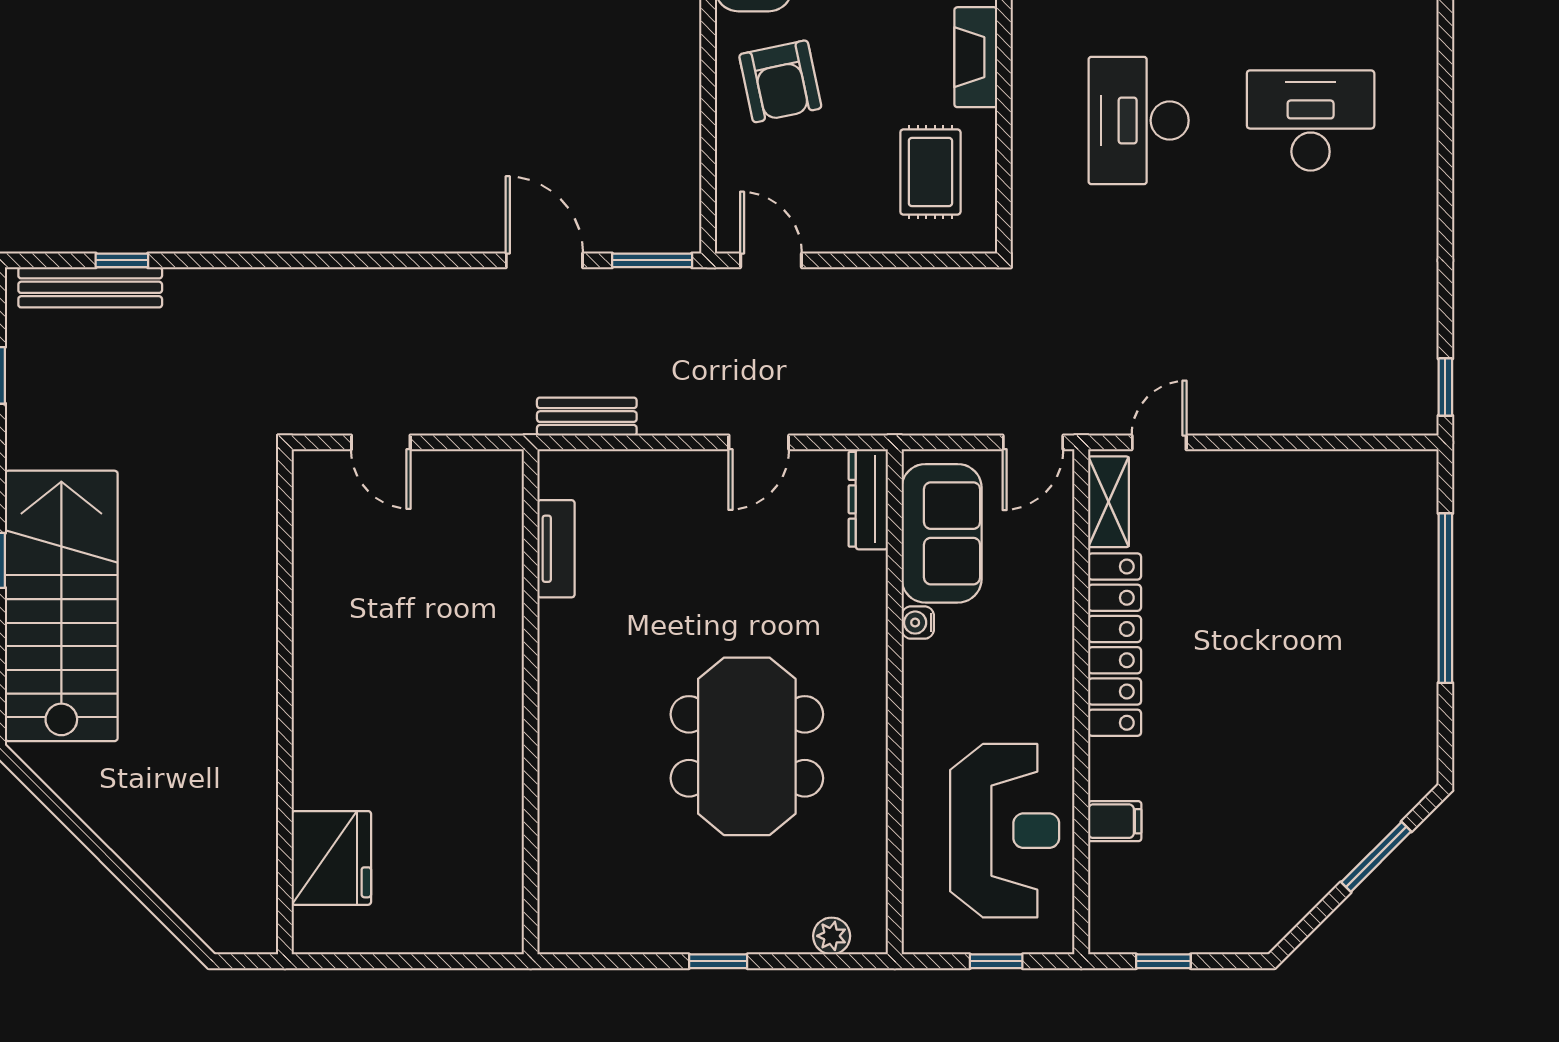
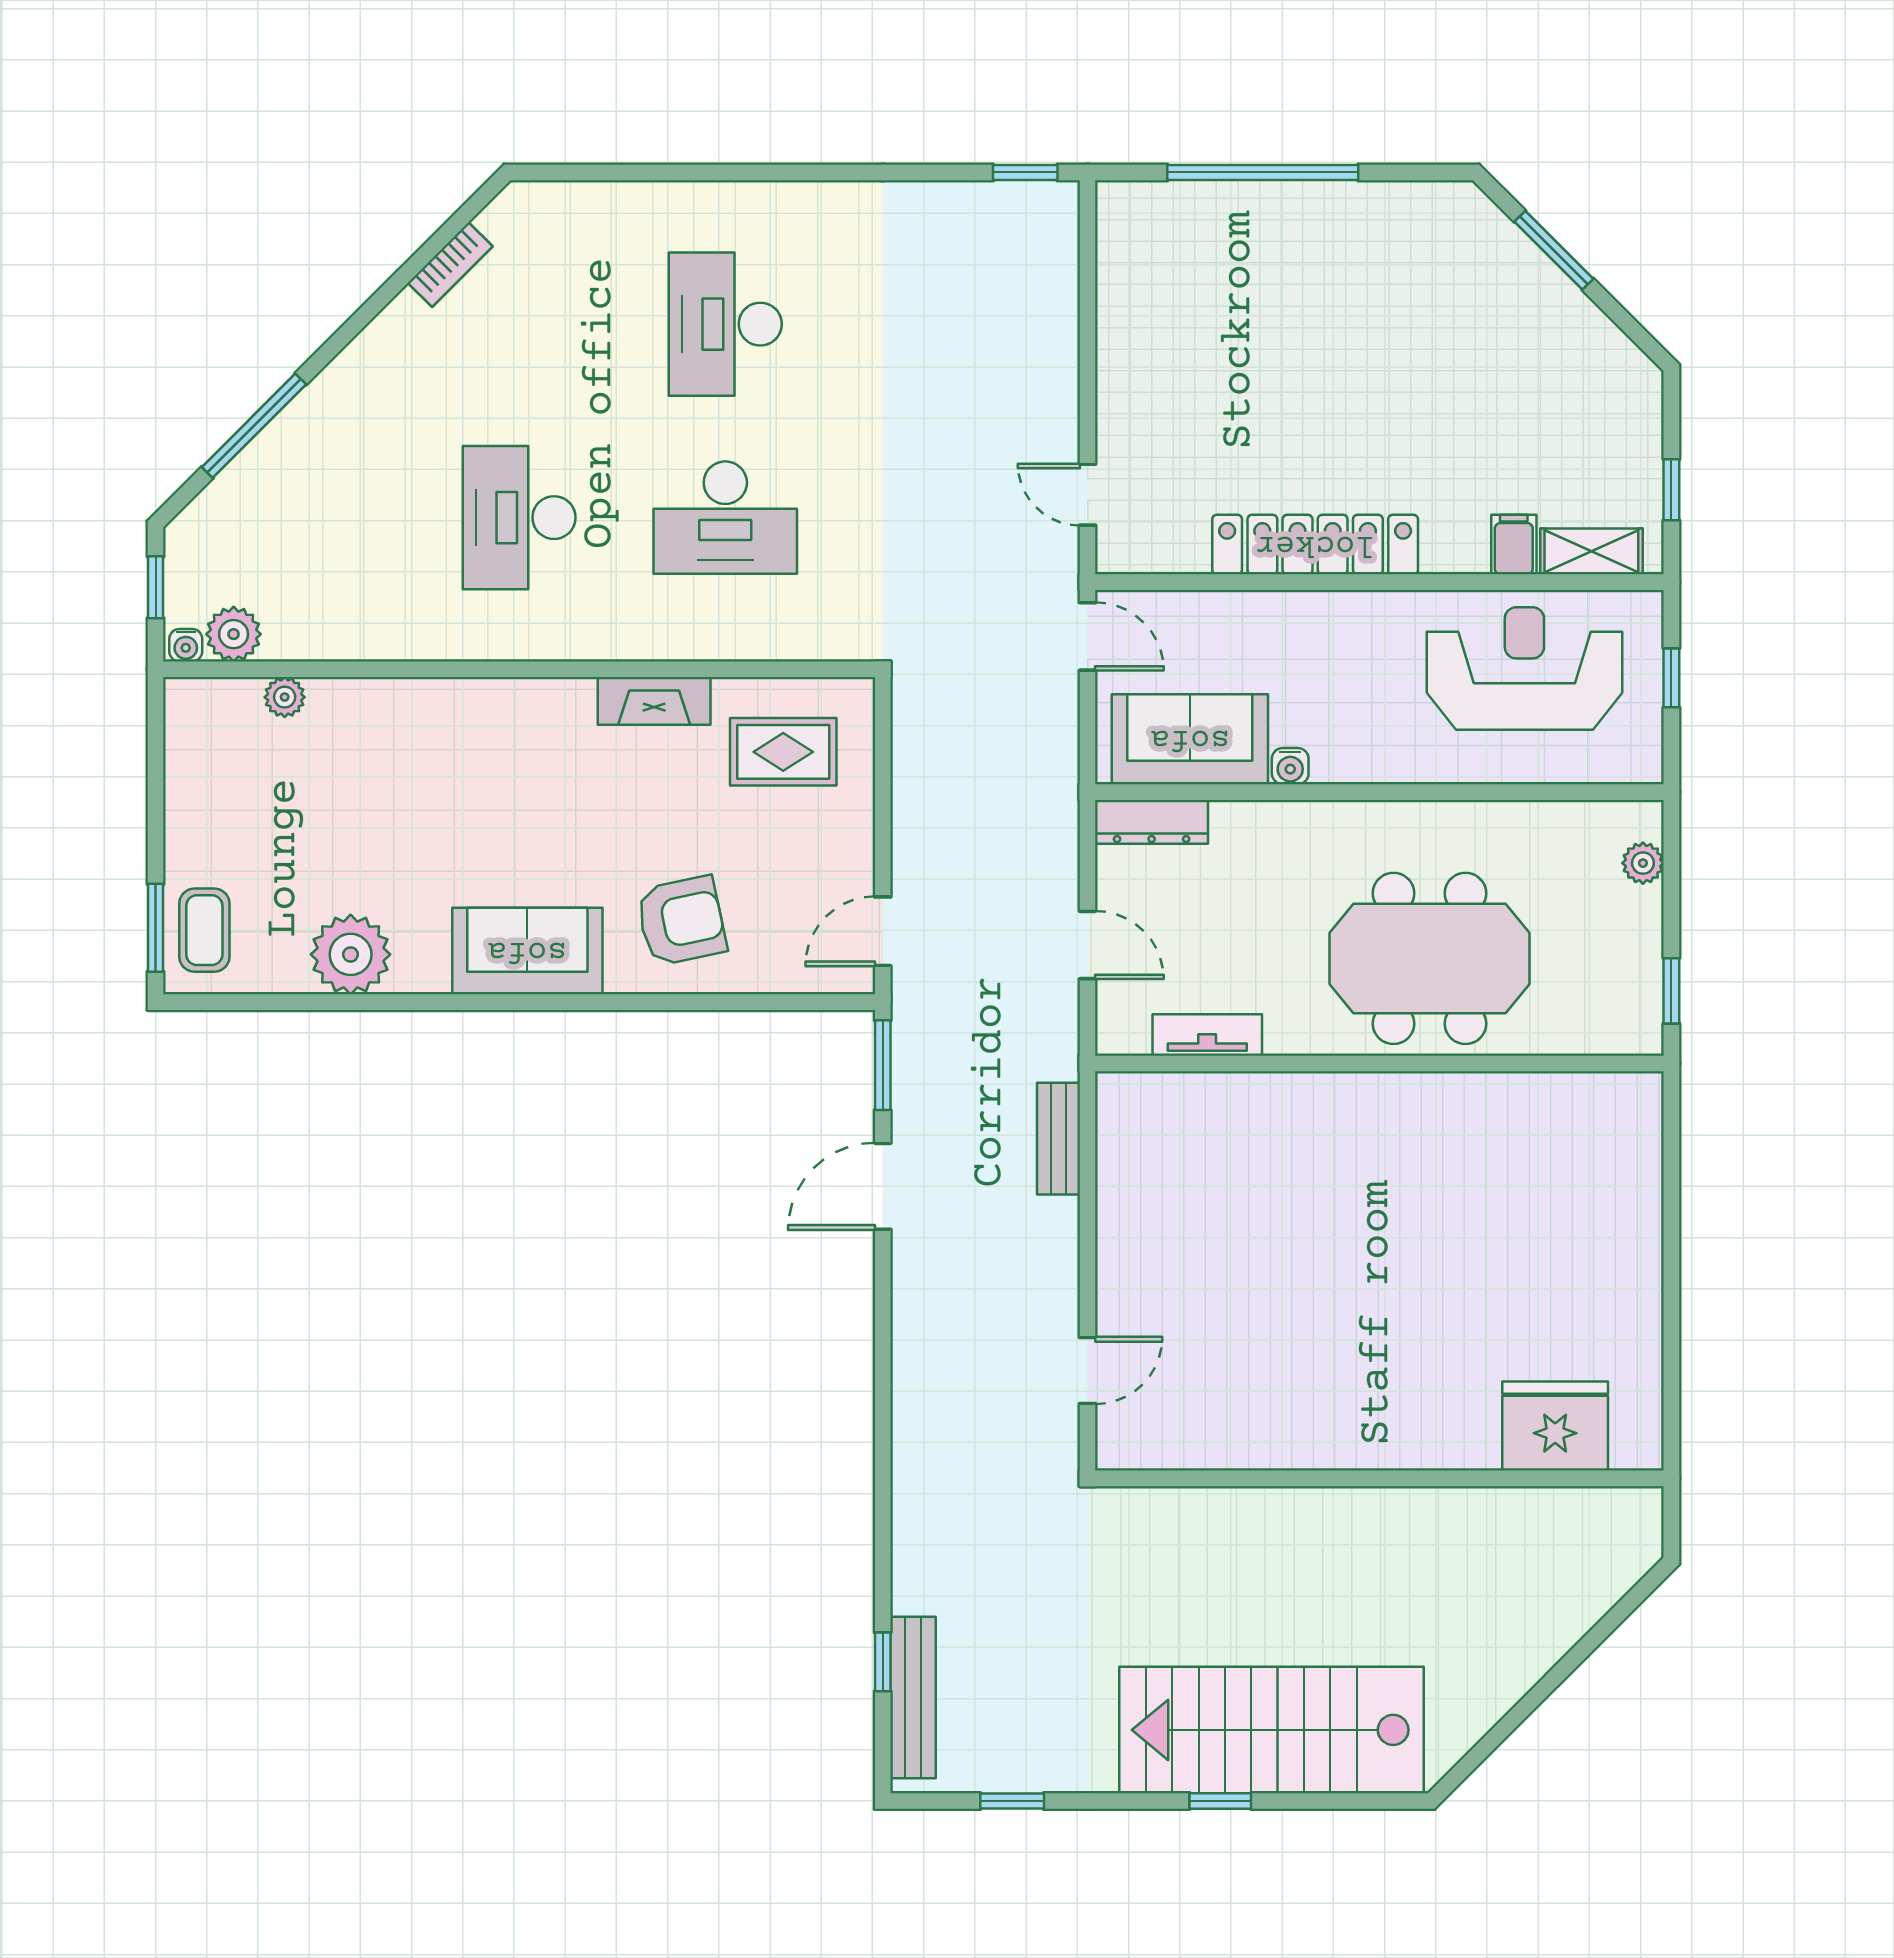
shelving: (1109, 502) -> (1591, 551), moved
tv unit: (556, 549) -> (1207, 1035), moved
wall: (531, 702) -> (1379, 1064), moved

